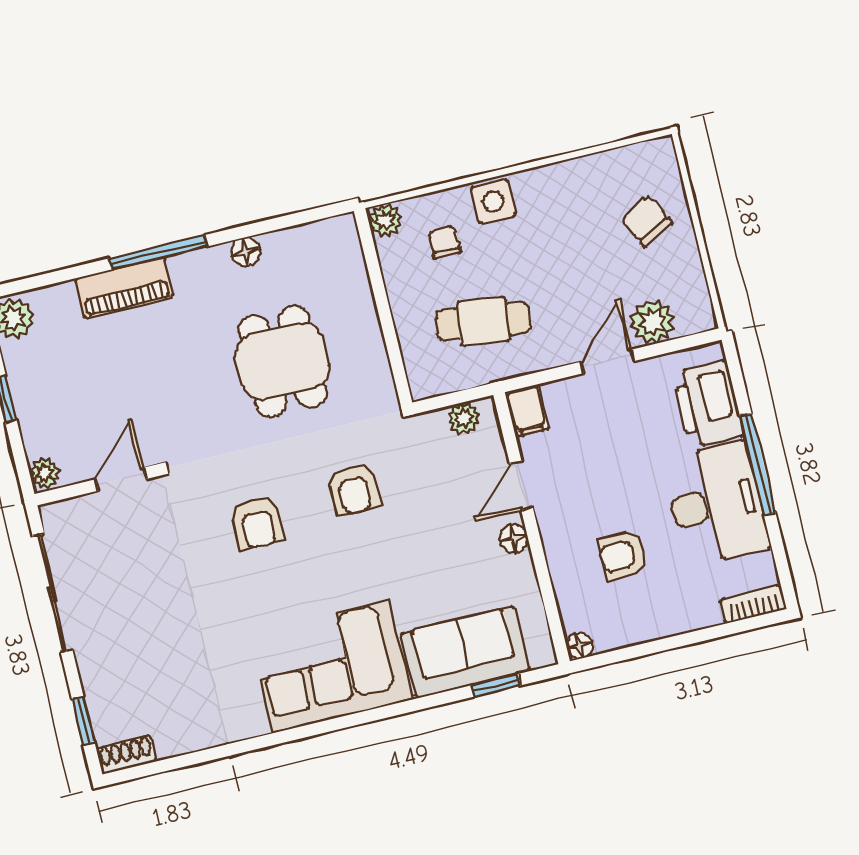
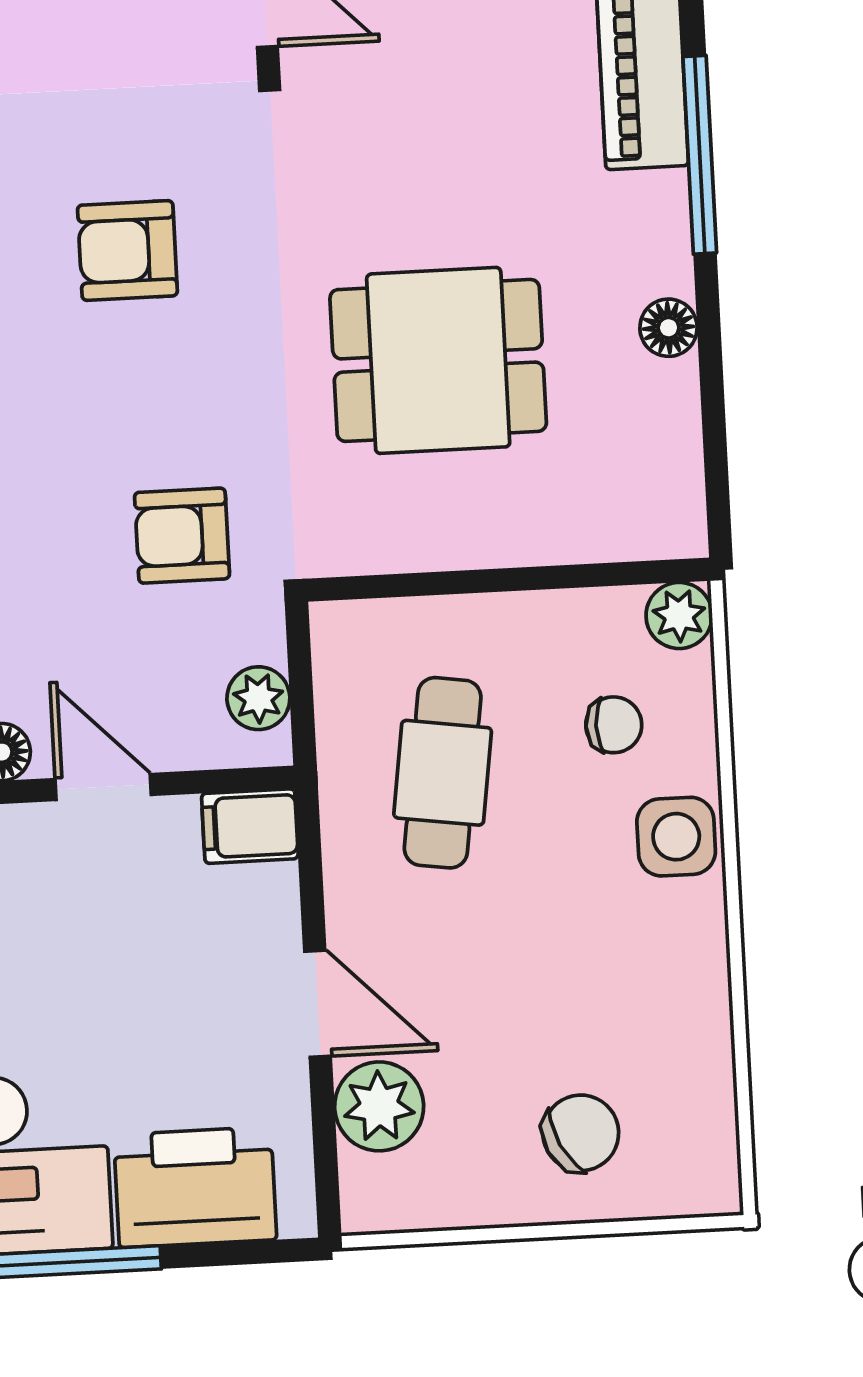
armchair: (354, 489) -> (182, 536), moved

